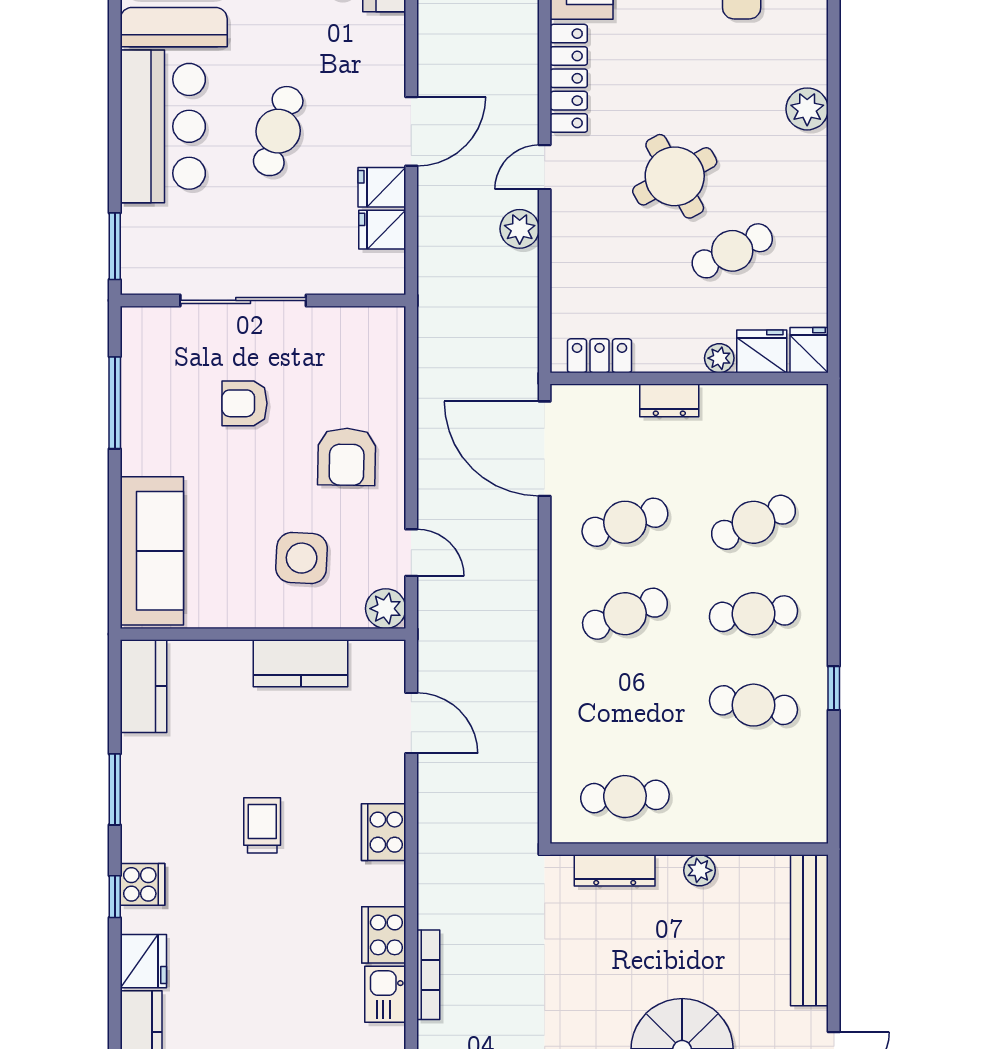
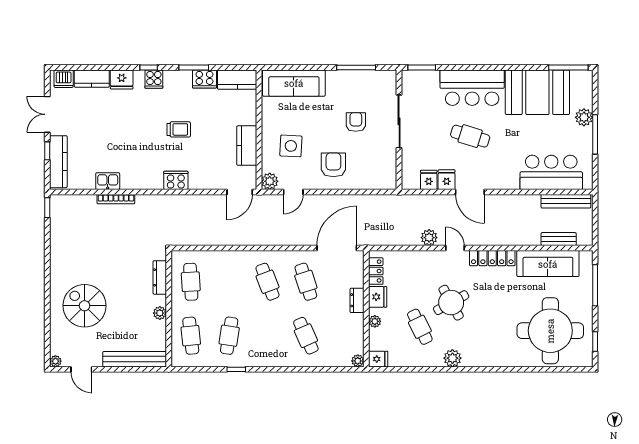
plant: (807, 109) -> (452, 358), moved
fridge: (762, 351) -> (378, 297), moved
plant: (813, 399) -> (358, 361), added
armchair: (347, 457) -> (333, 165), turned 89
cafe table: (753, 614) -> (191, 336), moved
door: (411, 723) -> (240, 192), moved
cooker: (384, 935) -> (204, 79), moved, turned 180

